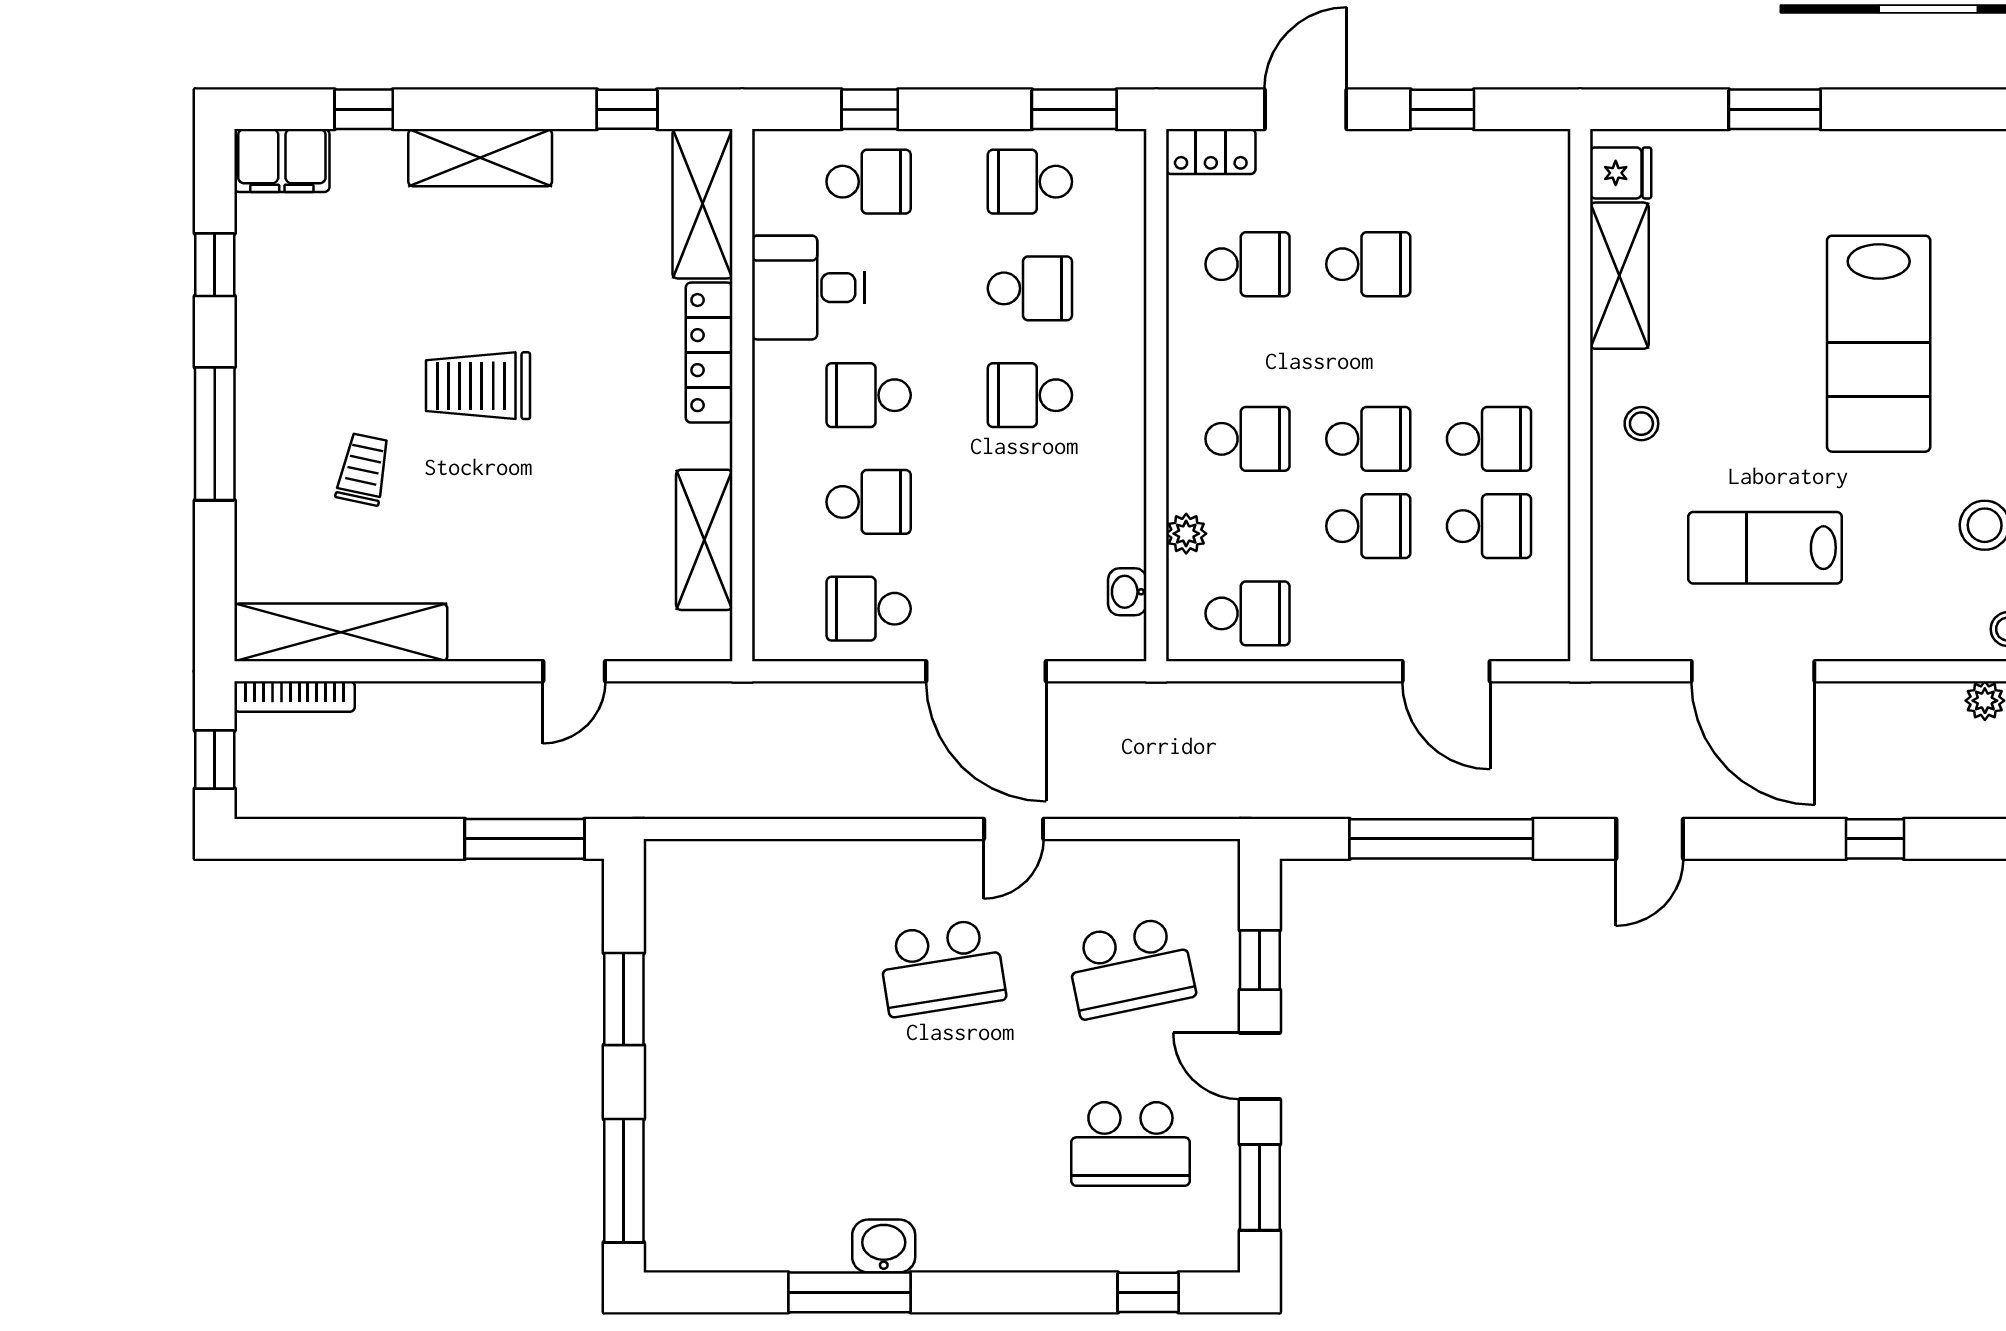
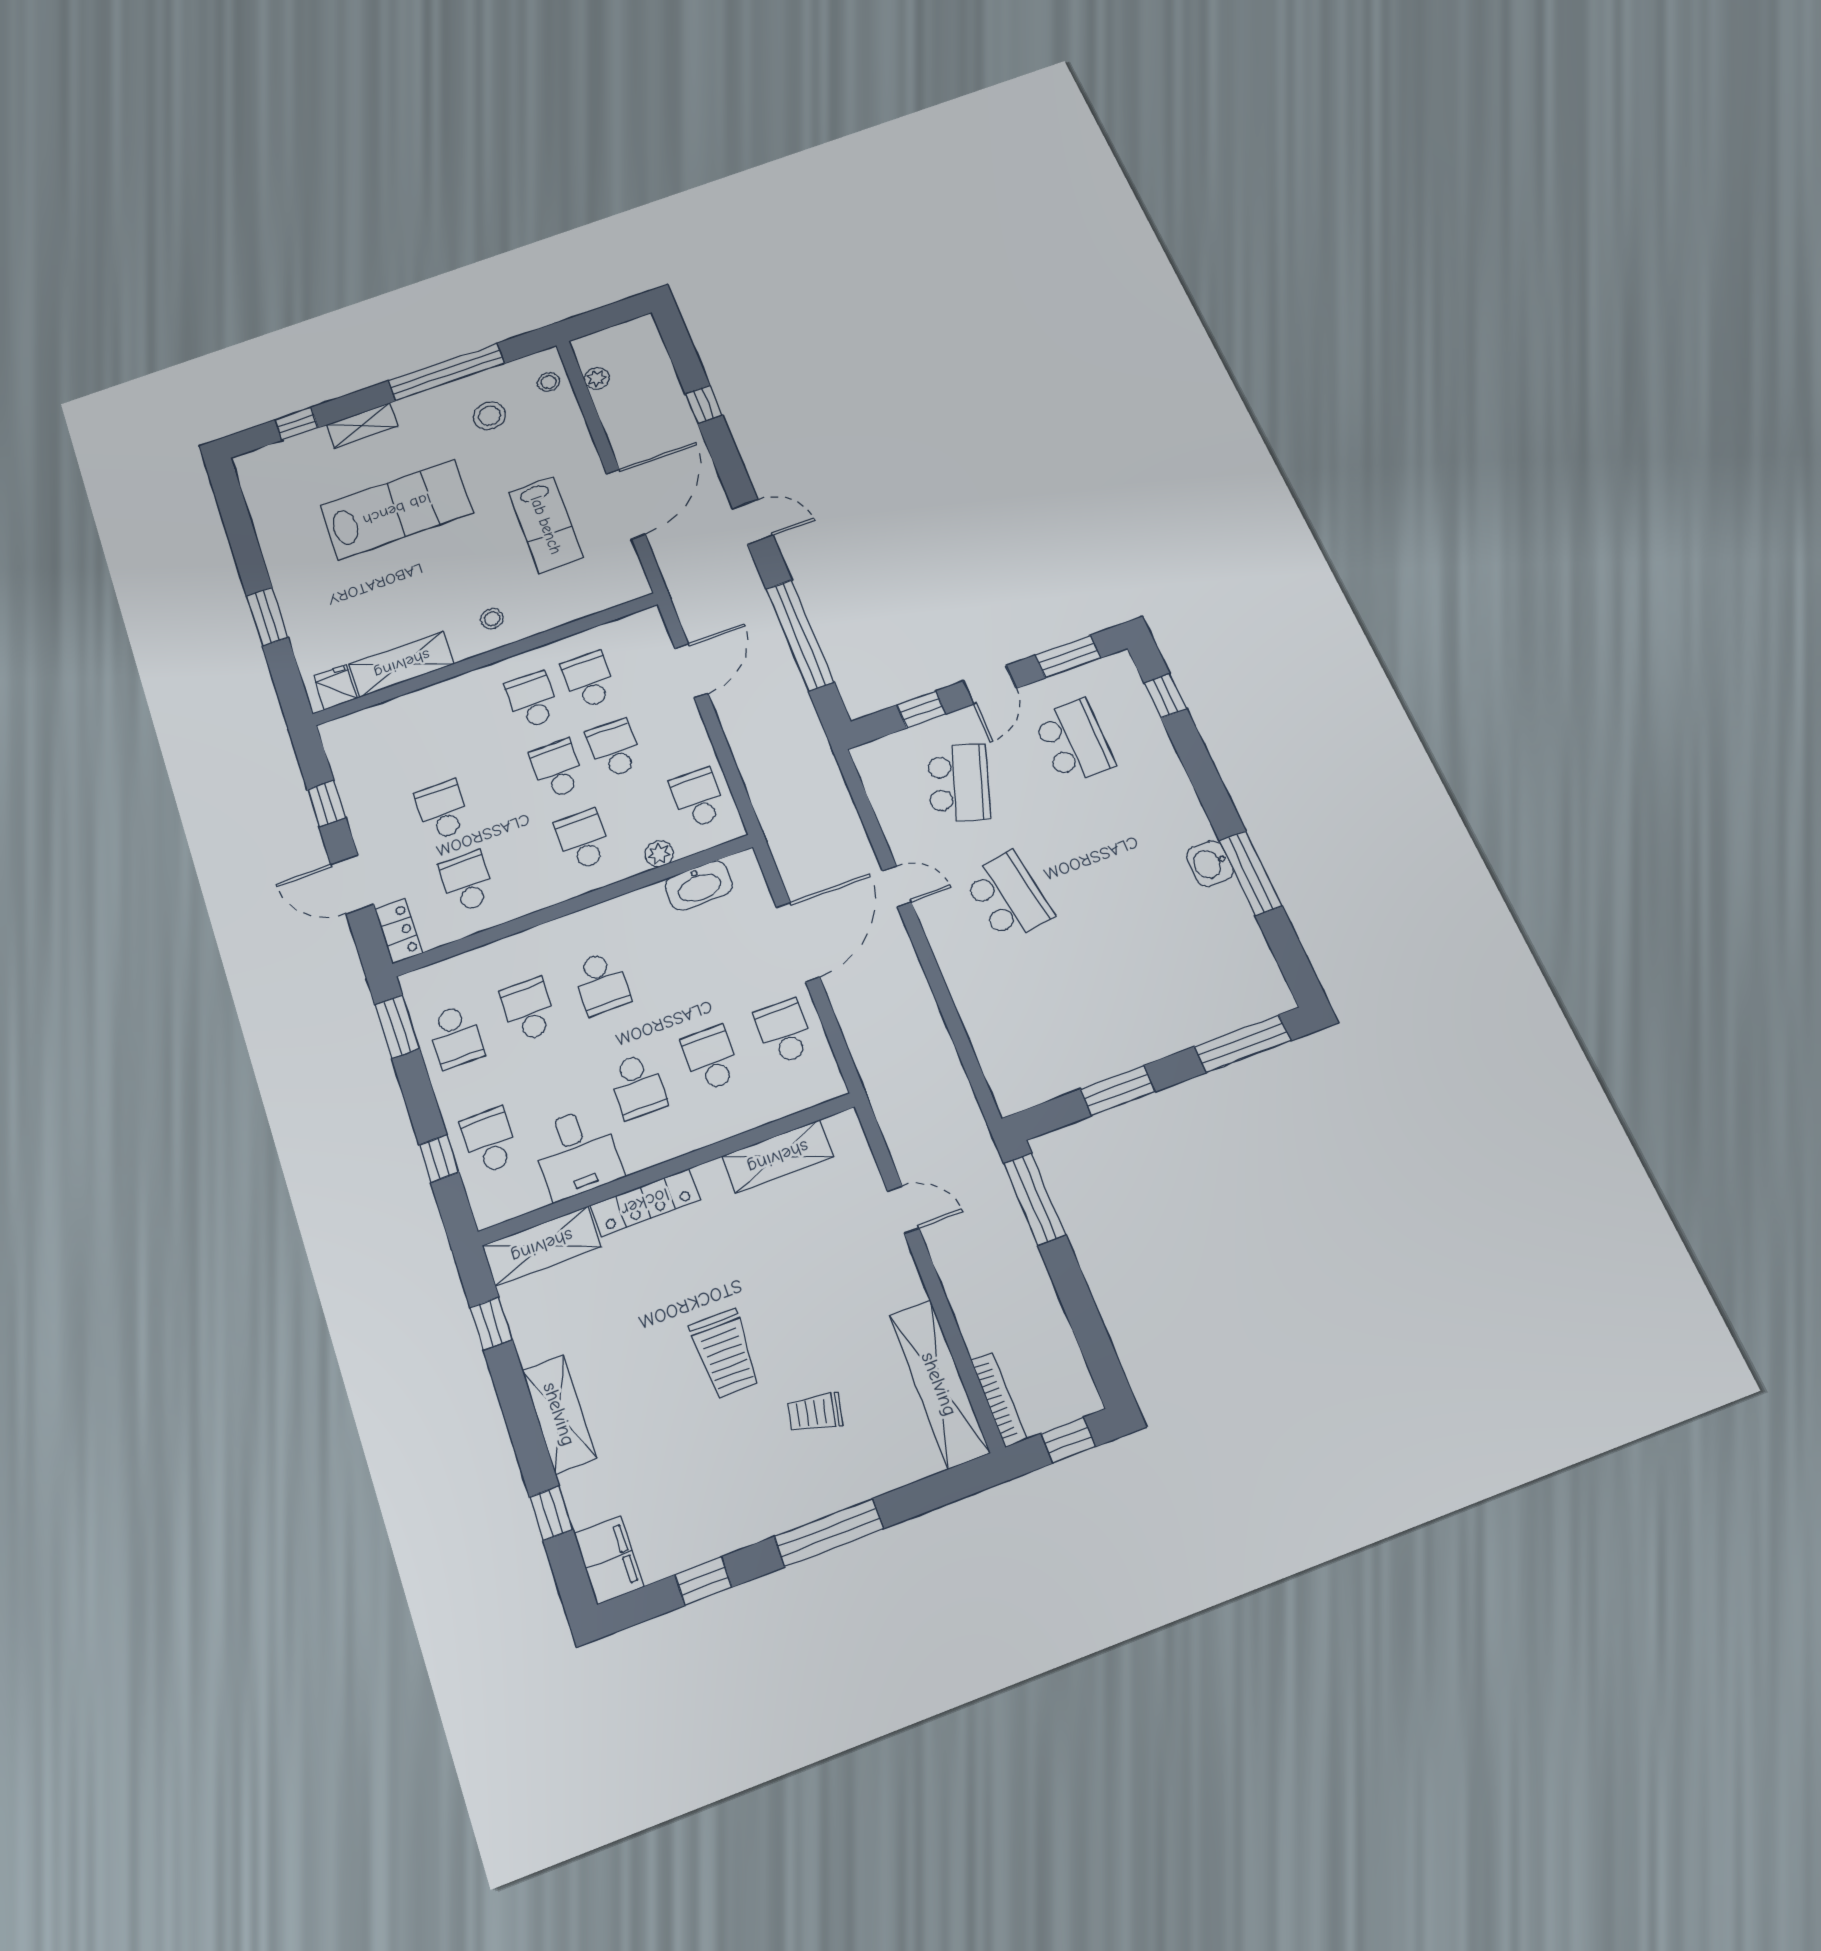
washbasin: (1127, 592) -> (699, 885), width x1.91, depth x1.45
school desk: (869, 609) -> (784, 1032), turned 180
school desk: (1130, 968) -> (959, 783), turned 30

